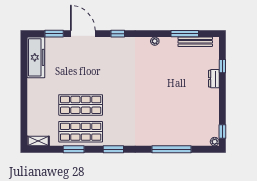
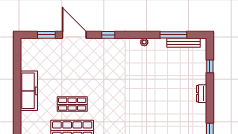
freezer: (36, 57) -> (29, 91), moved
dresser: (214, 79) -> (202, 94), moved
shop shelf: (81, 105) -> (72, 104), width x0.70, depth x0.74

